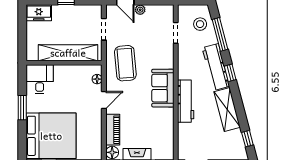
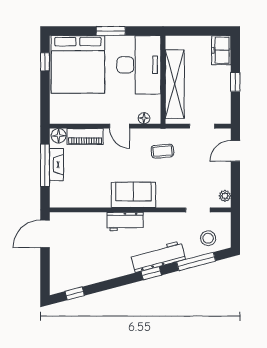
plant: (140, 10) -> (225, 196), moved
coffee table: (125, 63) -> (162, 151), width x0.54, depth x0.58
desk: (40, 79) -> (139, 65), width x1.87, depth x1.30
workbench: (186, 101) -> (125, 221), width x0.73
shelving: (227, 110) -> (108, 270), removed

